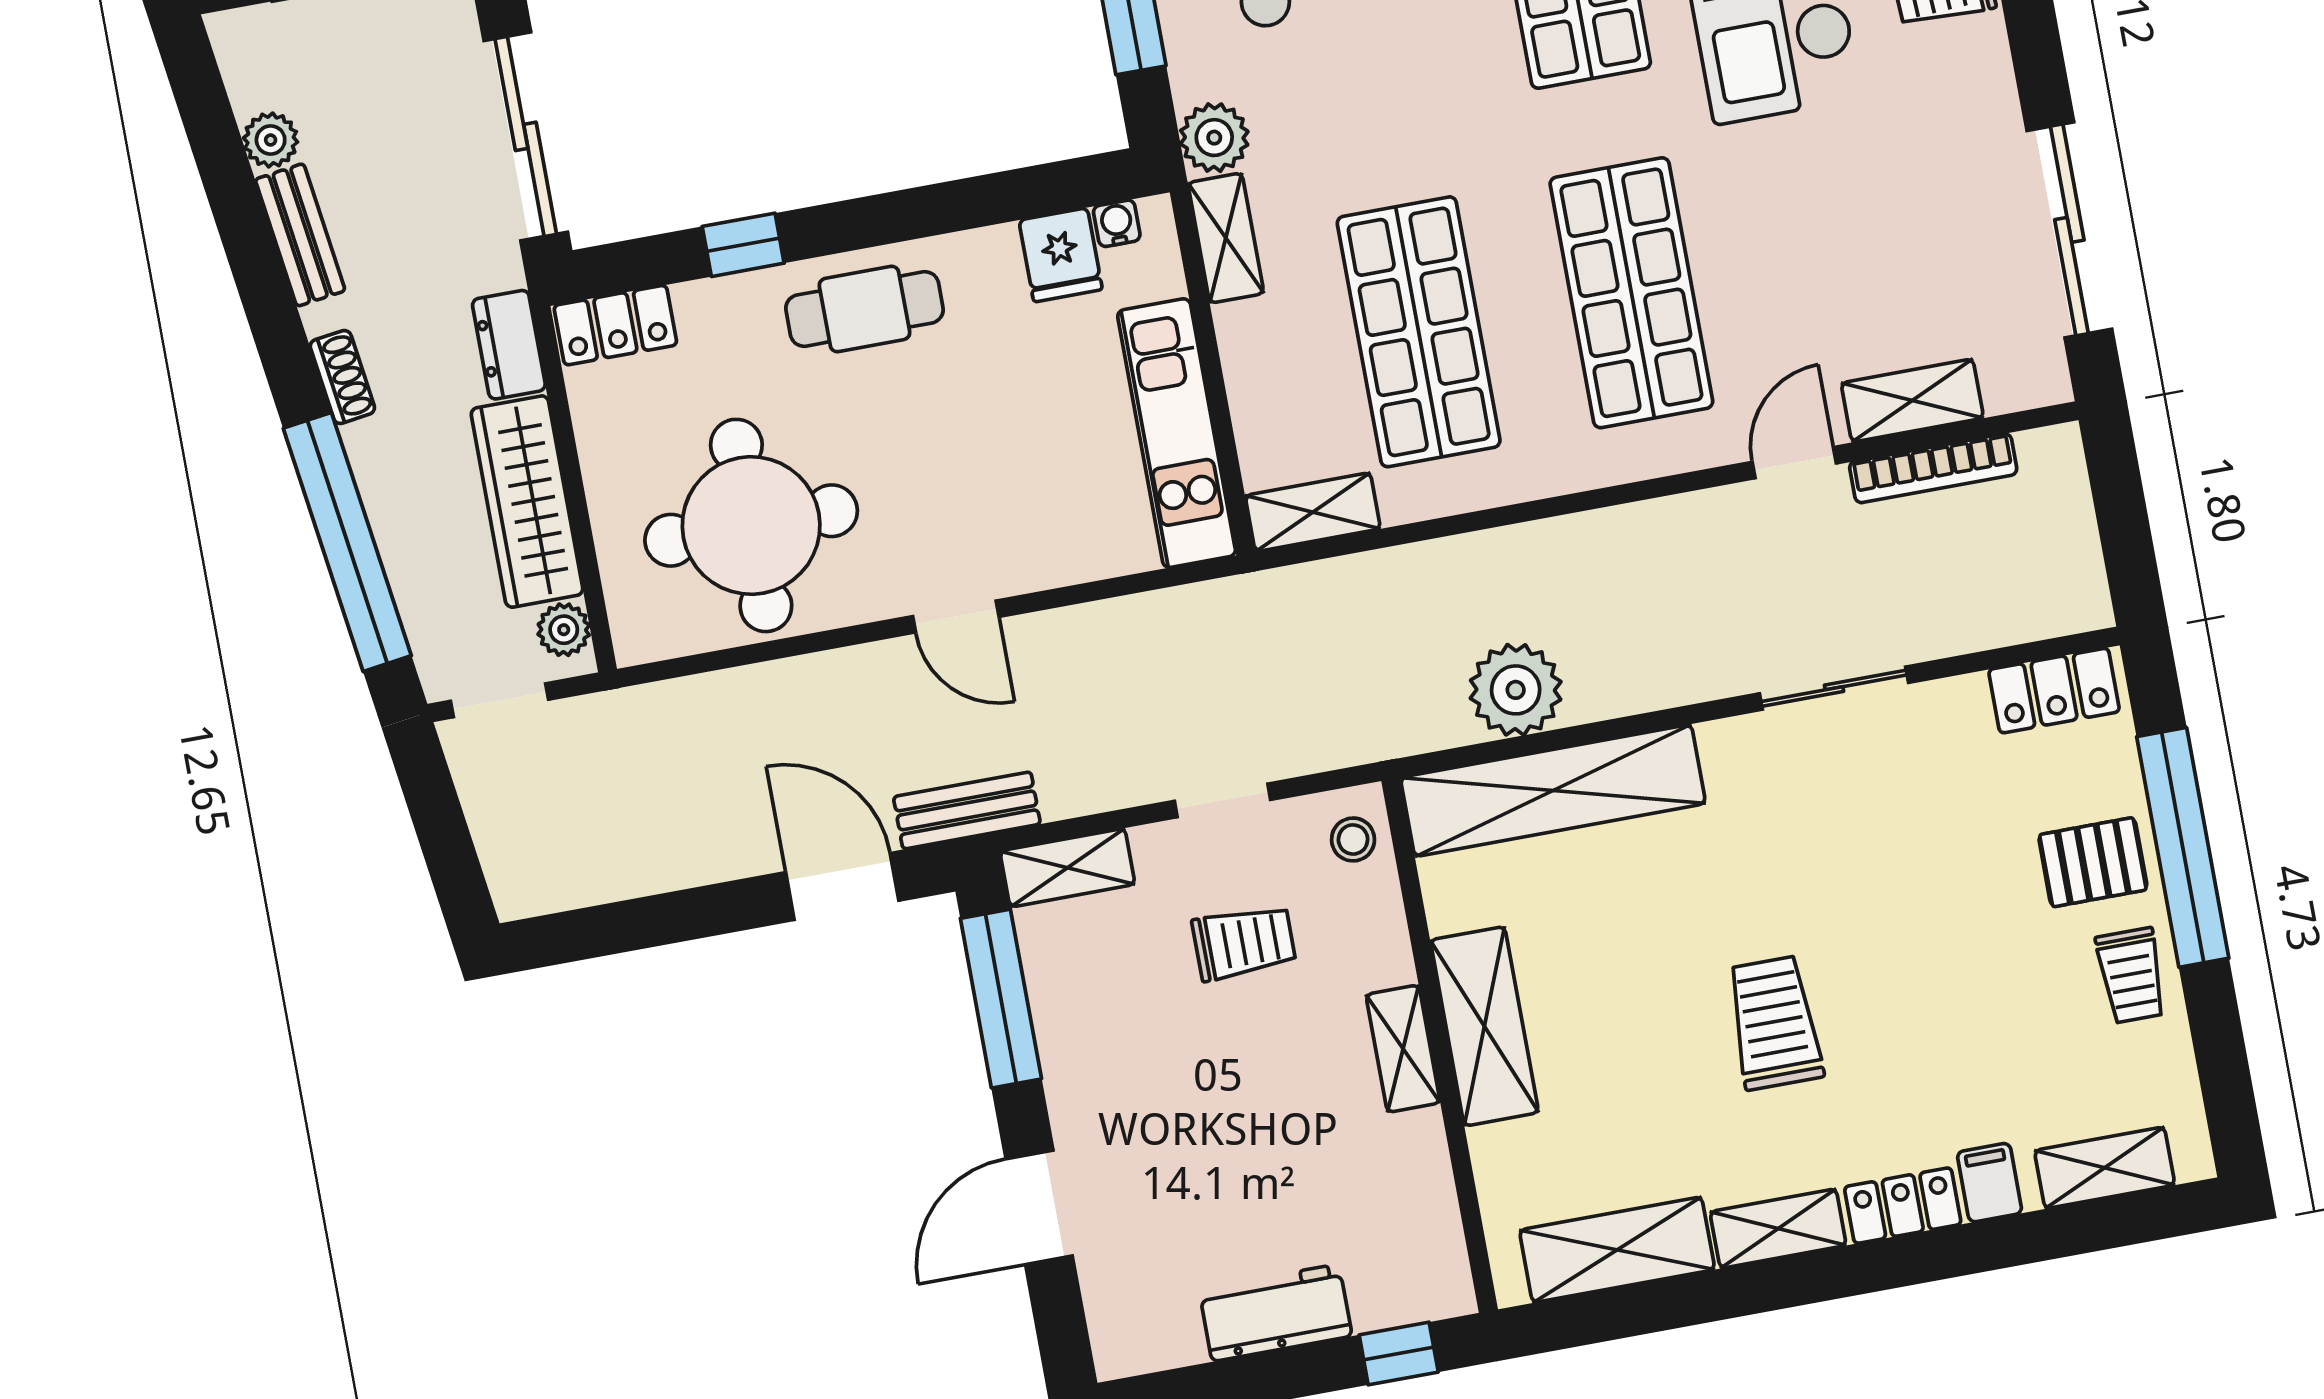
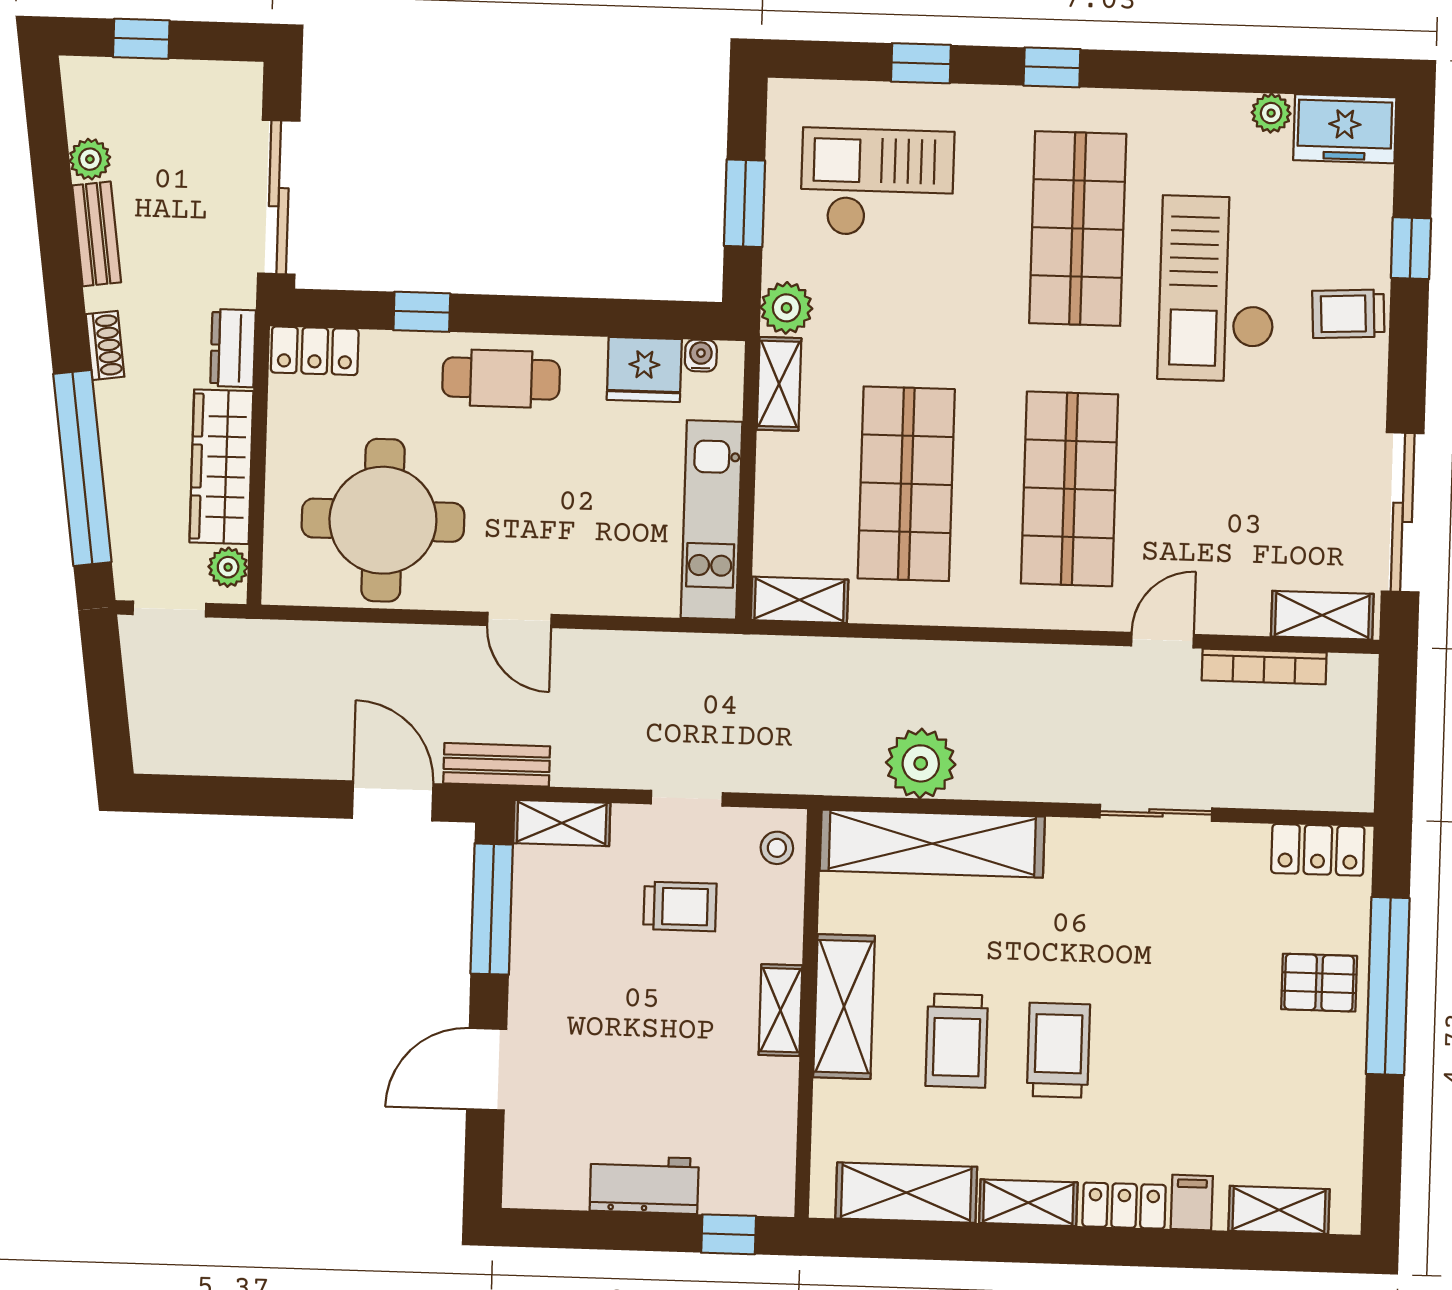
fridge: (1061, 255) -> (644, 370), width x1.38
shelving: (1912, 401) -> (1322, 615), moved
trolley: (2131, 975) -> (957, 1041), moved, width x1.36, depth x1.39

